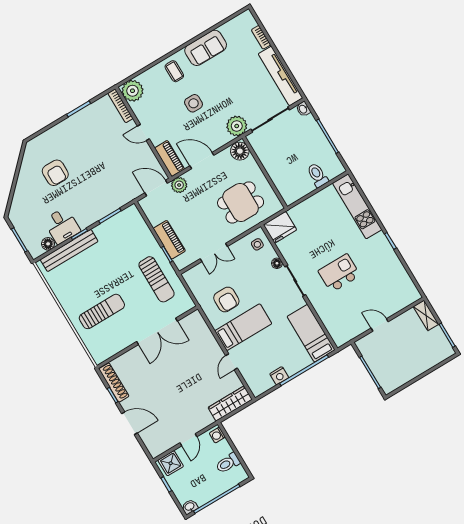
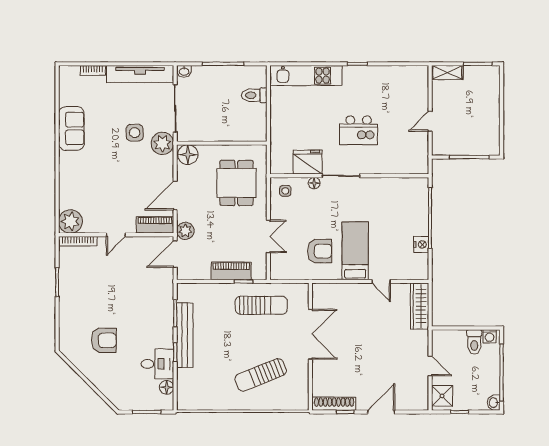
coffee table: (174, 71) -> (76, 171), removed
side table: (194, 103) -> (135, 133), moved
fridge: (280, 227) -> (308, 162), moved, turned -90
bench: (69, 250) -> (185, 335), moved
kitchen island: (339, 273) -> (359, 130), turned -90
sun lounger: (102, 311) -> (261, 375), turned -112
bed: (311, 333) -> (399, 191), removed
washing machine: (217, 435) -> (490, 336), moved

